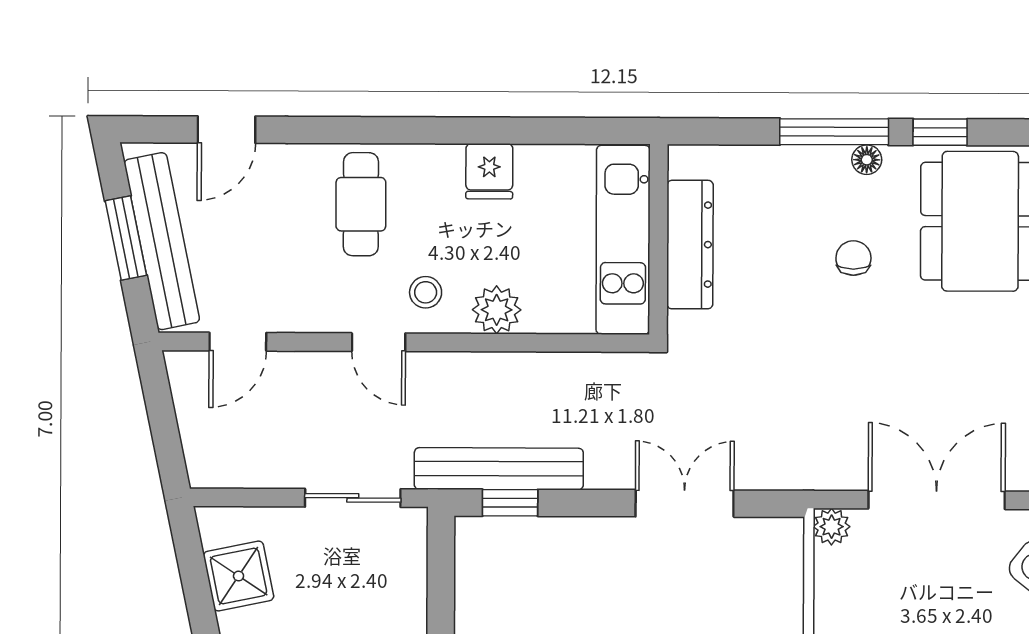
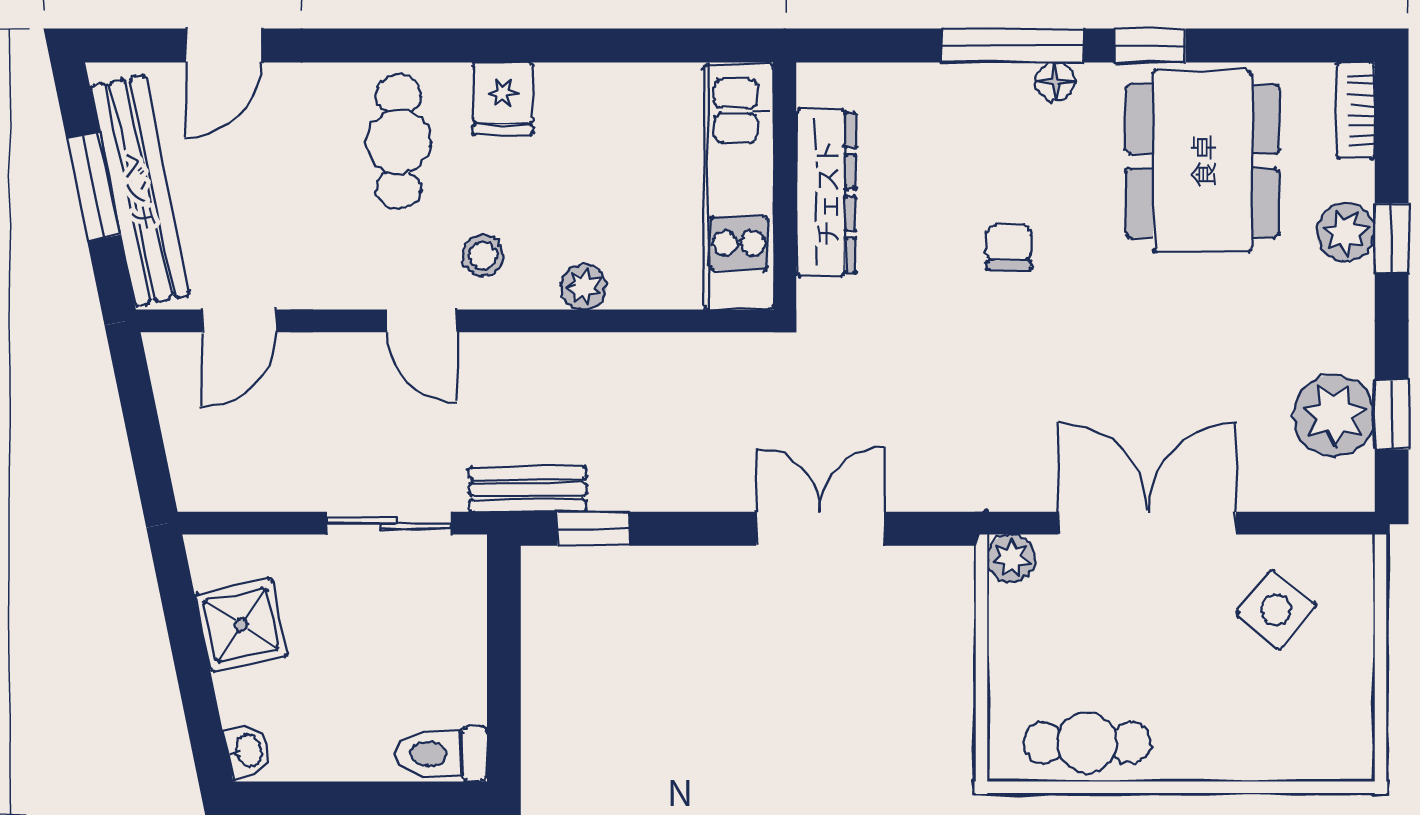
fridge: (489, 171) -> (503, 98), moved
chair: (853, 258) -> (1009, 247), moved
plant: (497, 310) -> (584, 287), width x0.73, depth x0.73
bench: (499, 469) -> (528, 489), width x0.54, depth x0.82

